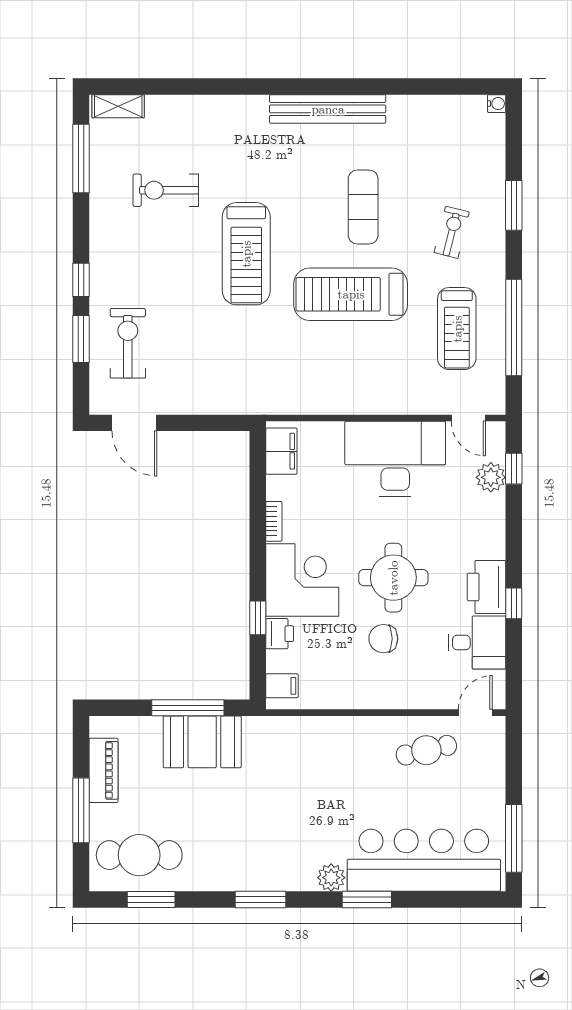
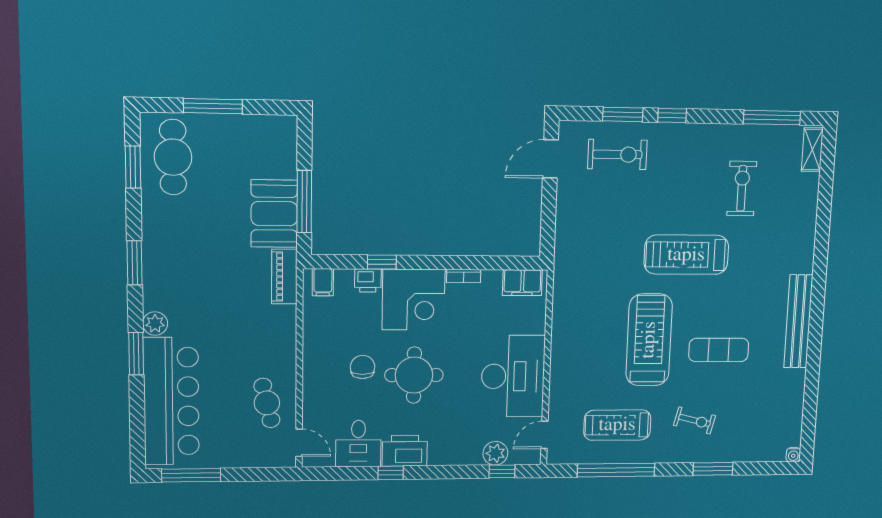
piano: (103, 770) -> (284, 277), moved, turned 90

